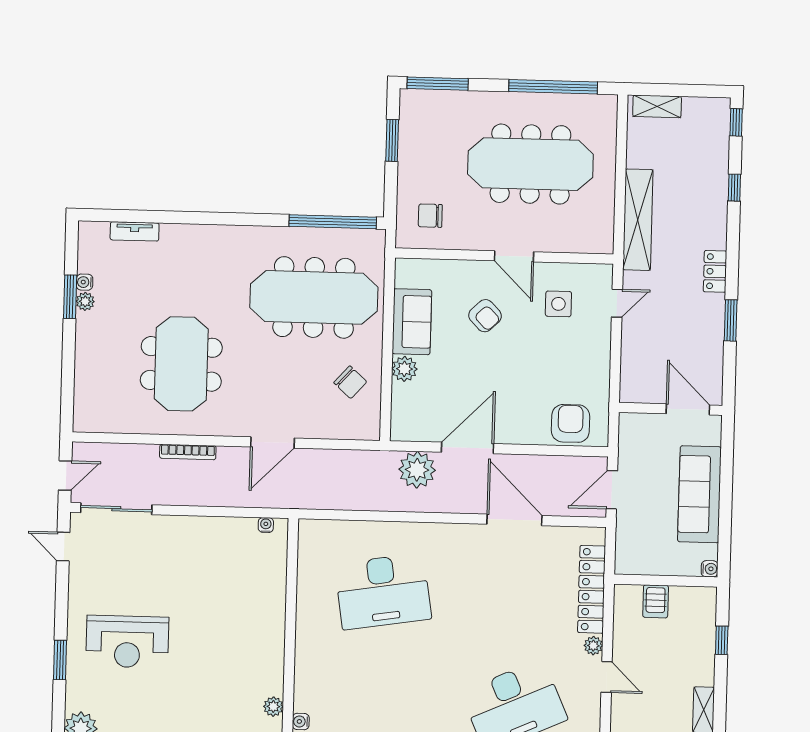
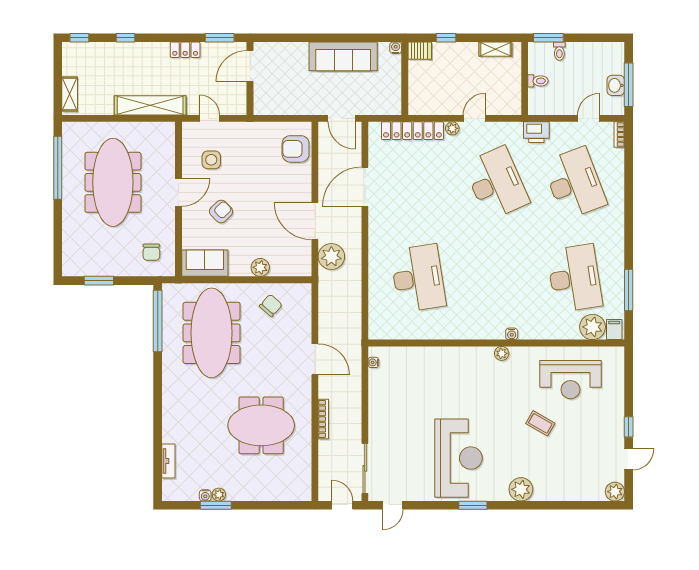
window: (438, 84) -> (58, 250), removed
sofa: (412, 322) -> (205, 263), moved
wall: (671, 409) -> (250, 78), moved
door: (688, 409) -> (250, 66), moved
server rack: (656, 601) -> (420, 51), moved
reception desk: (127, 642) -> (459, 458), width x1.36, depth x1.30

